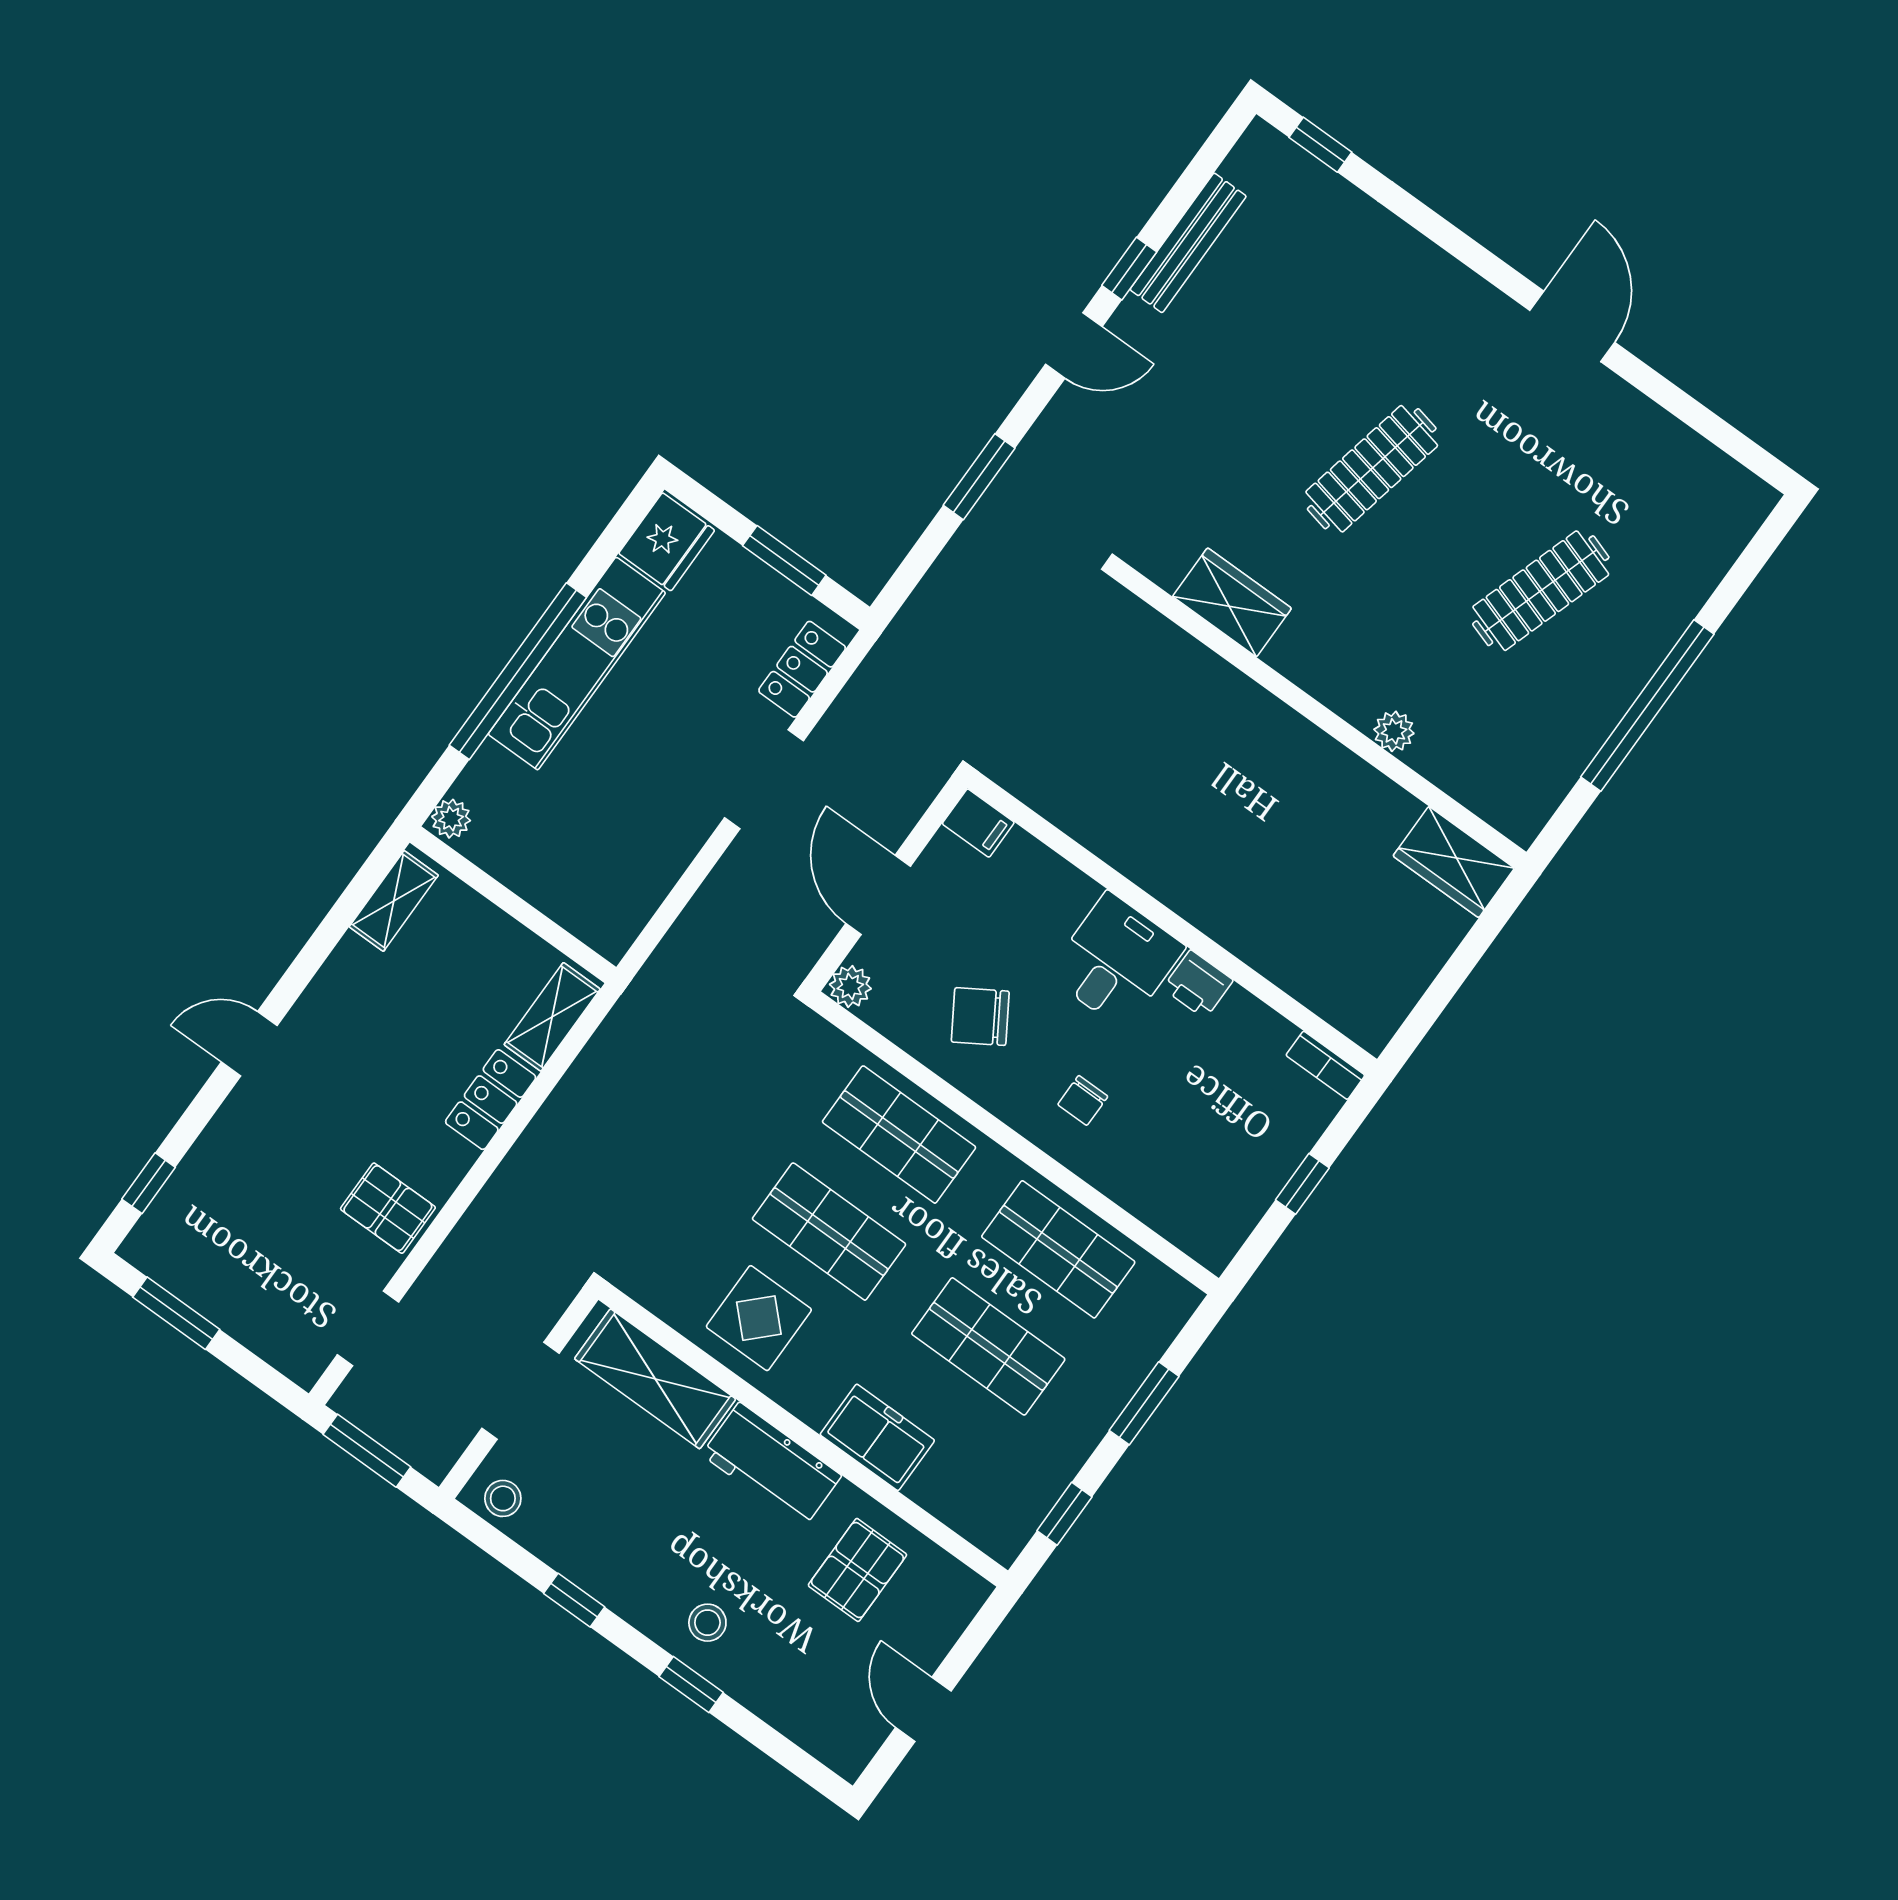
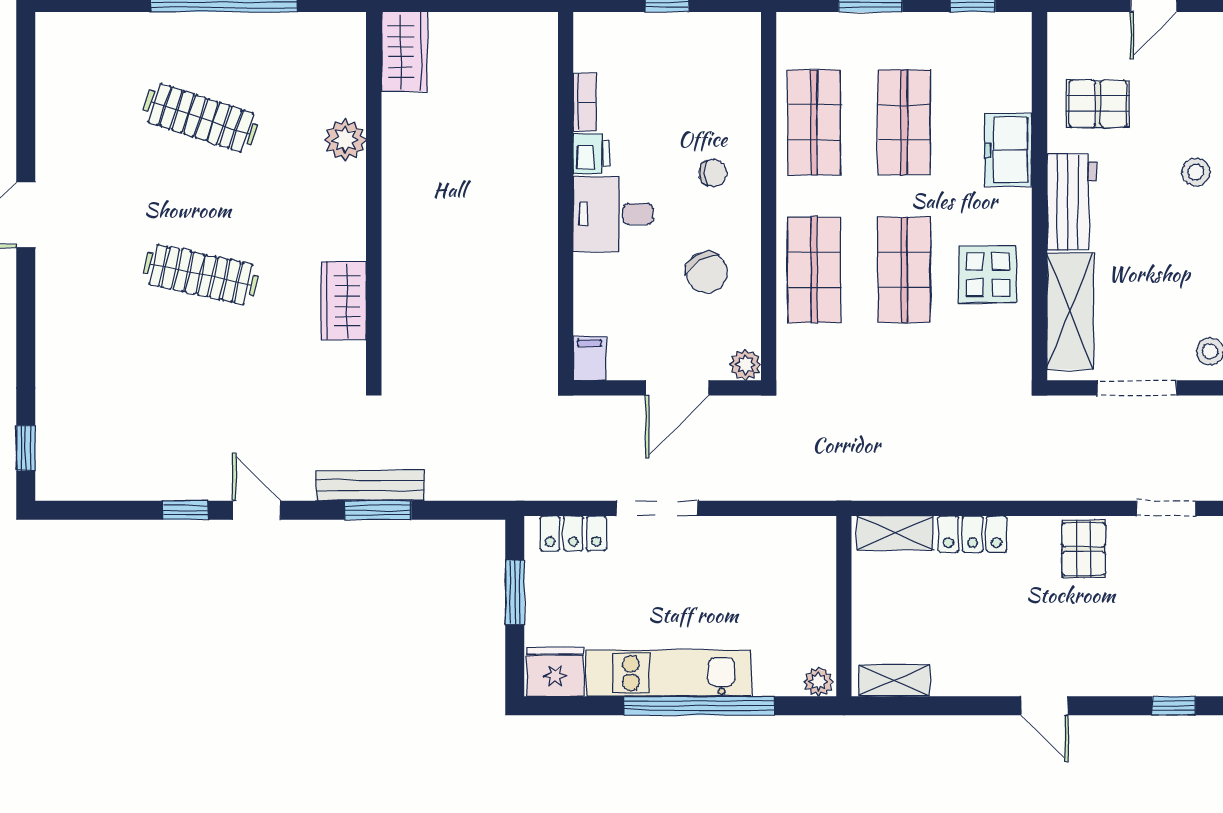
bench: (1188, 243) -> (370, 486), moved
plant: (1394, 731) -> (345, 140), width x1.38, depth x1.38
bookcase: (1325, 1065) -> (585, 102), moved

